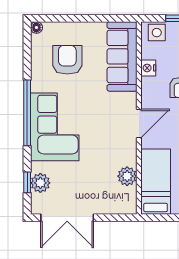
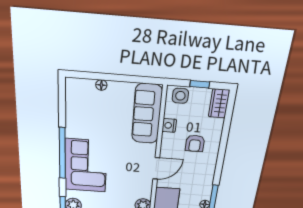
floor lamp: (36, 28) -> (101, 85), moved
armchair: (67, 60) -> (98, 113), removed

